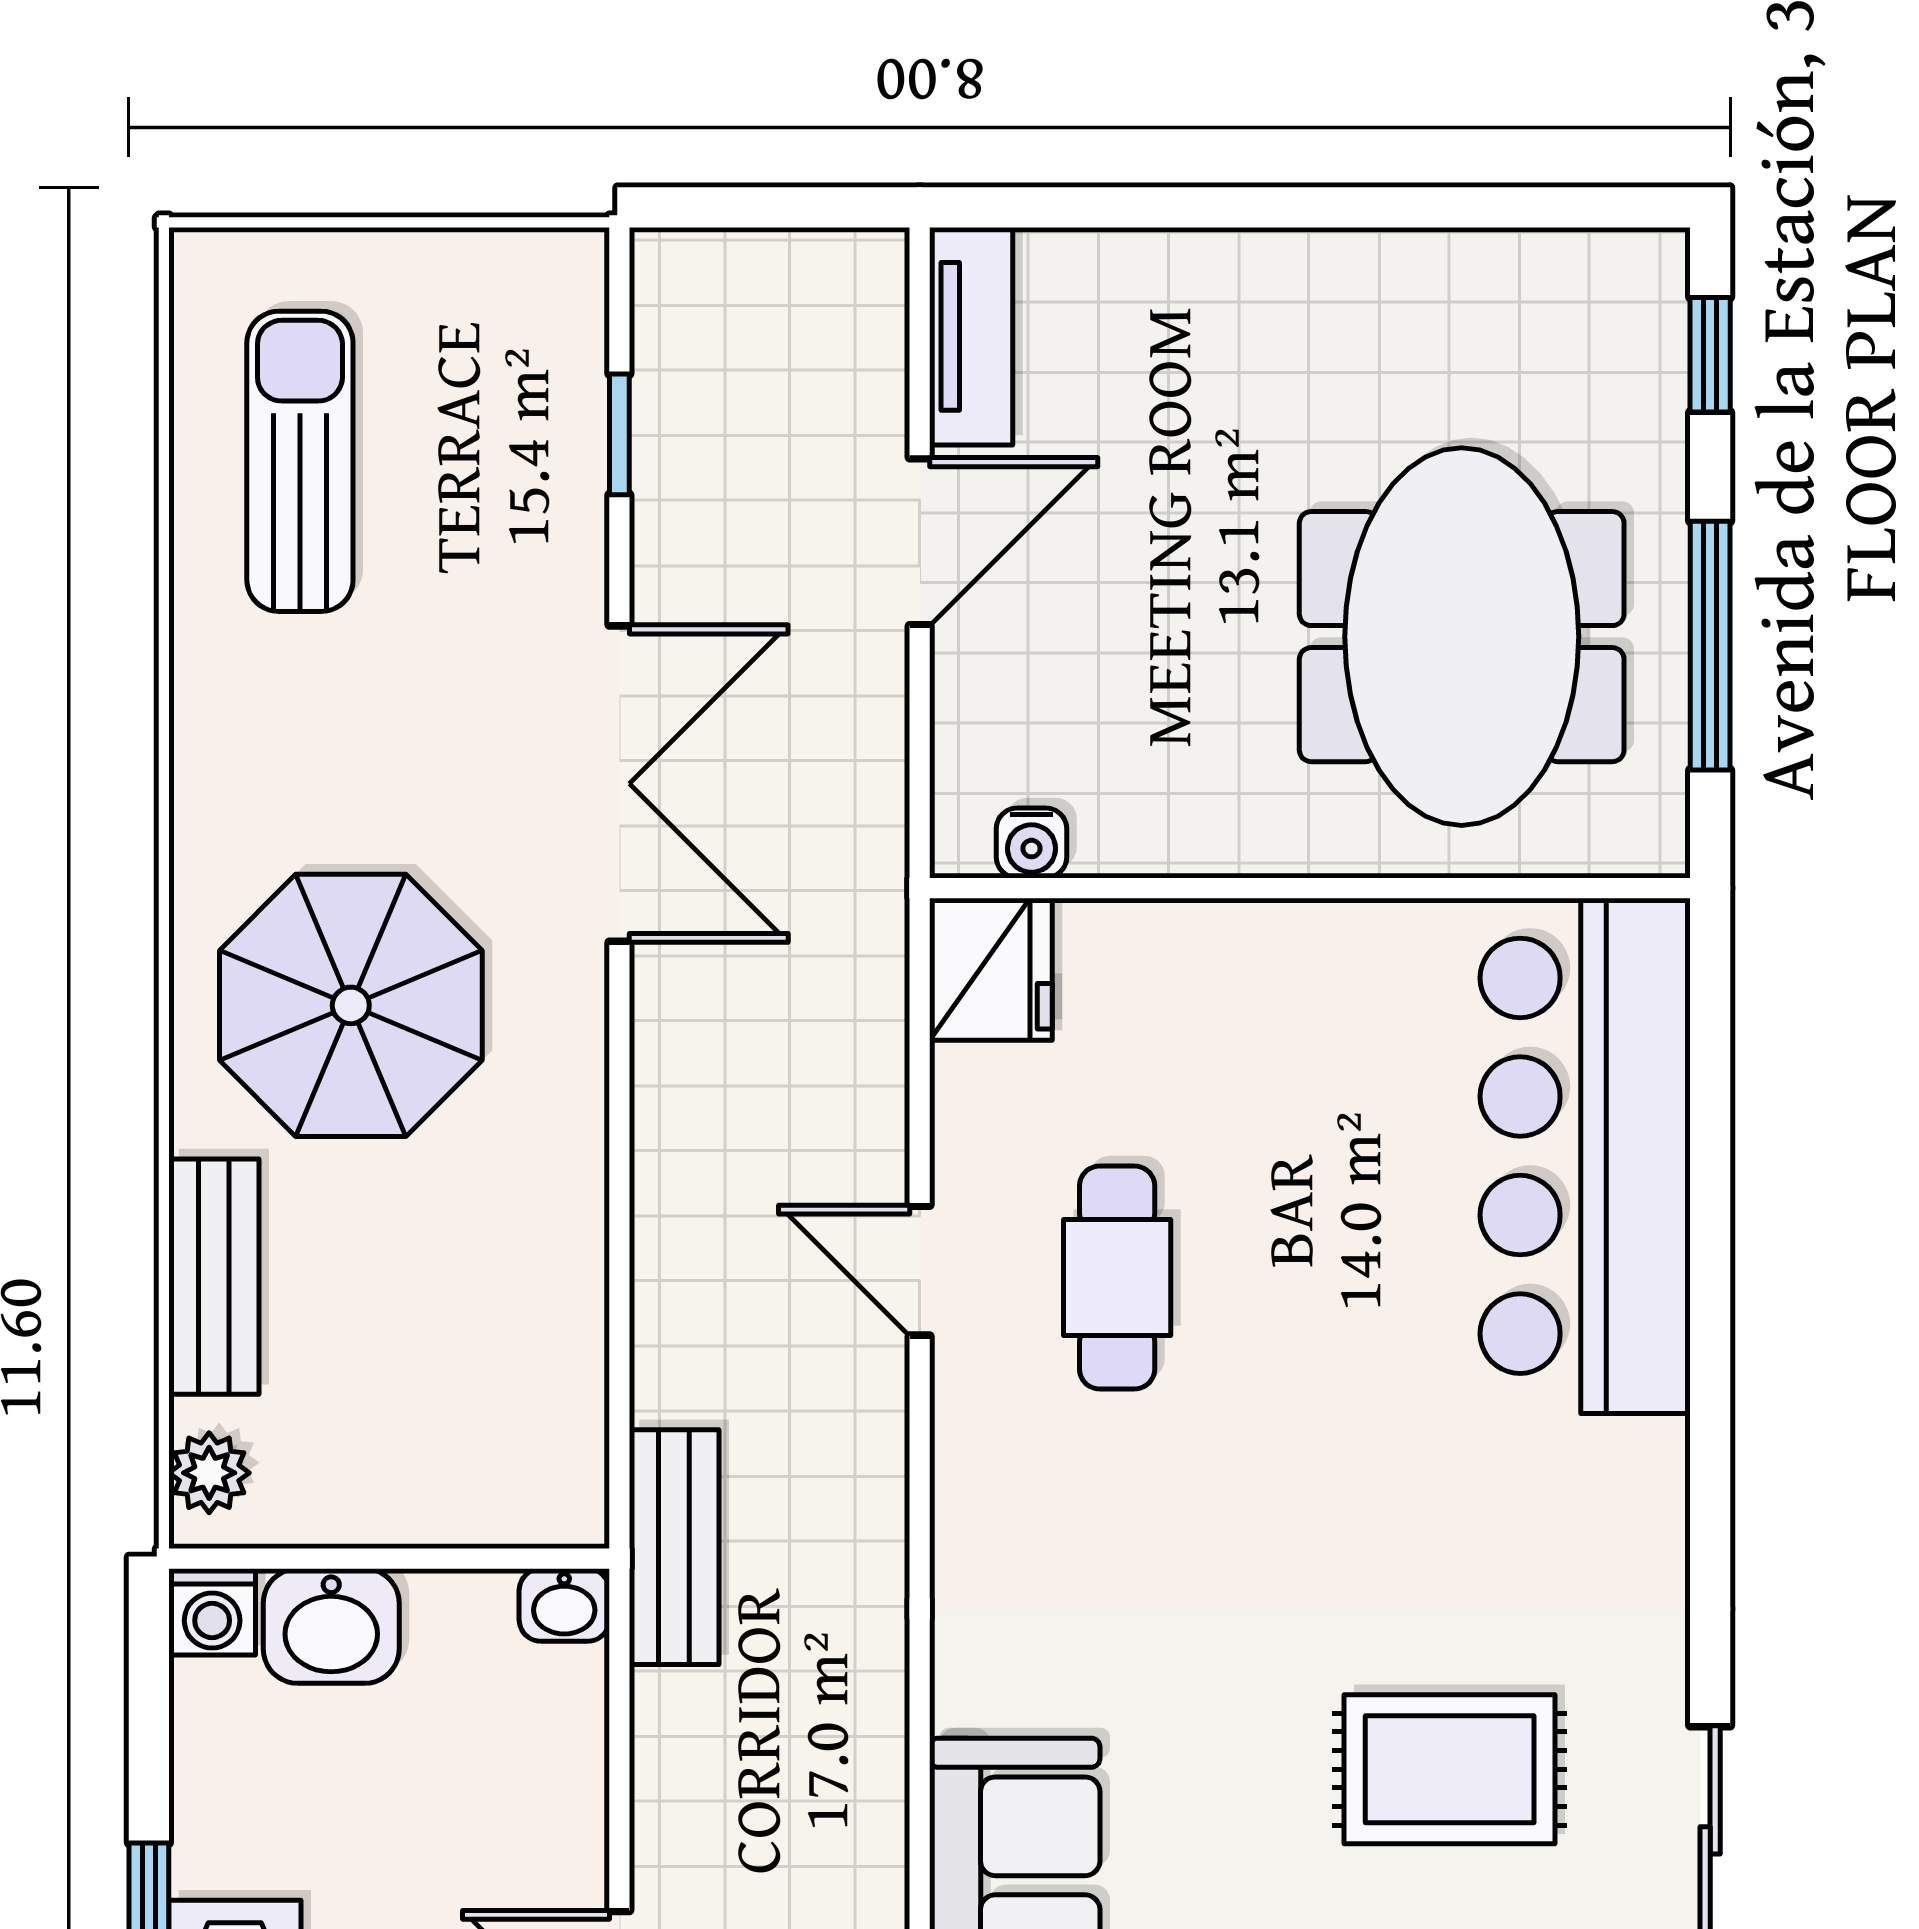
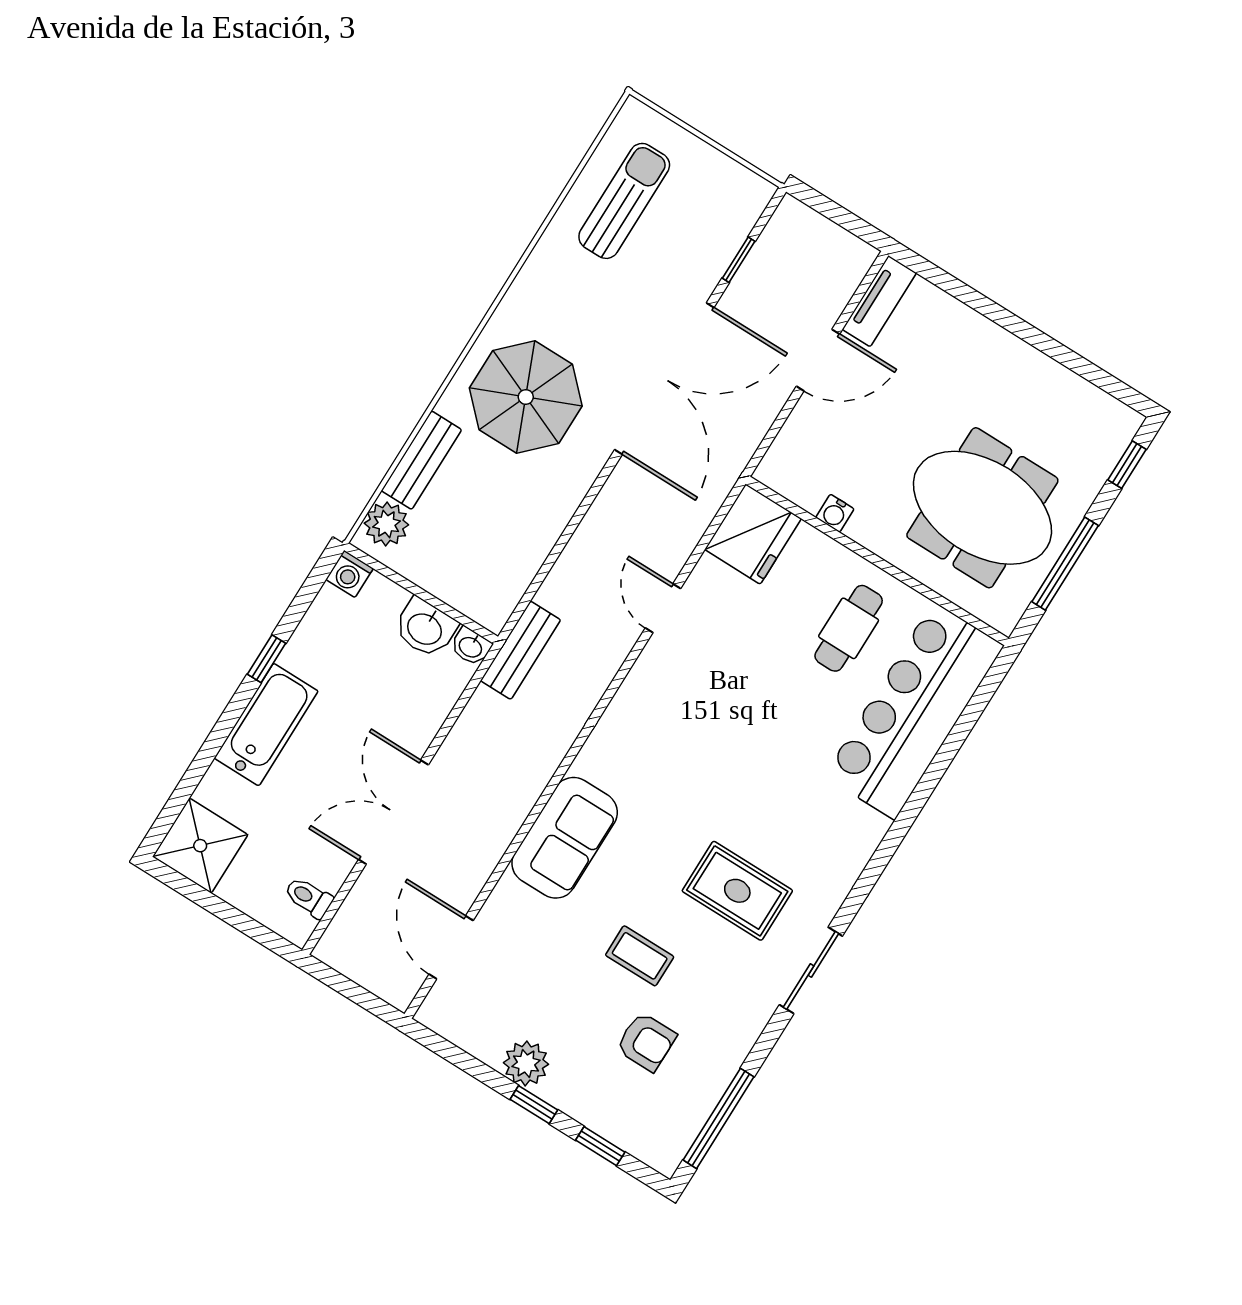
meeting table: (1462, 637) -> (982, 508), turned 90
double door: (619, 784) -> (664, 379), width x1.36
water cooler: (1031, 843) -> (835, 513), moved
fridge: (991, 969) -> (753, 534), width x1.36, depth x1.34
cafe table: (1117, 1278) -> (849, 628), moved
plant: (209, 1473) -> (386, 524), width x1.38, depth x1.38
washbasin: (331, 1626) -> (425, 628), moved

